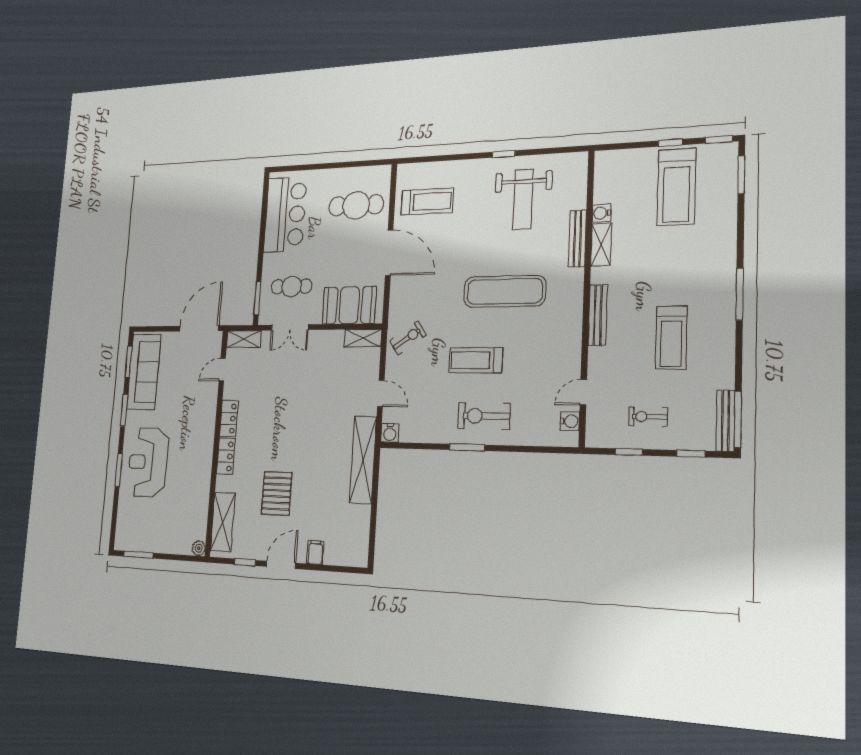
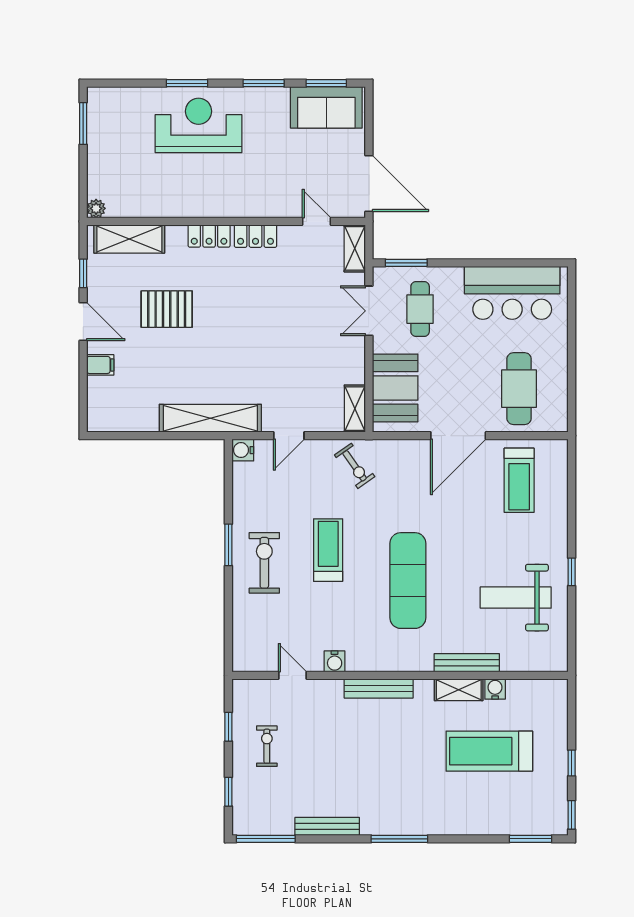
treadmill: (676, 187) -> (489, 751), moved
treadmill: (671, 337) -> (353, 769), removed
sofa: (144, 372) -> (326, 107), width x0.73
water cooler: (570, 421) -> (335, 661), moved
bench: (725, 421) -> (327, 826), moved

